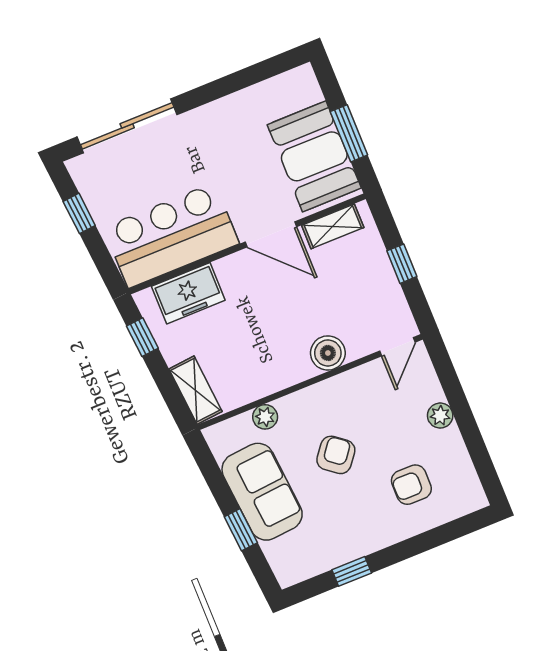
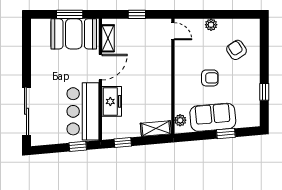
window: (79, 213) -> (78, 146), moved
freezer: (188, 293) -> (112, 101), moved
boiler: (328, 353) -> (163, 63), removed
plant: (265, 417) -> (180, 120), moved
armchair: (336, 455) -> (210, 78), turned 142
armchair: (411, 485) -> (236, 50), turned 146

